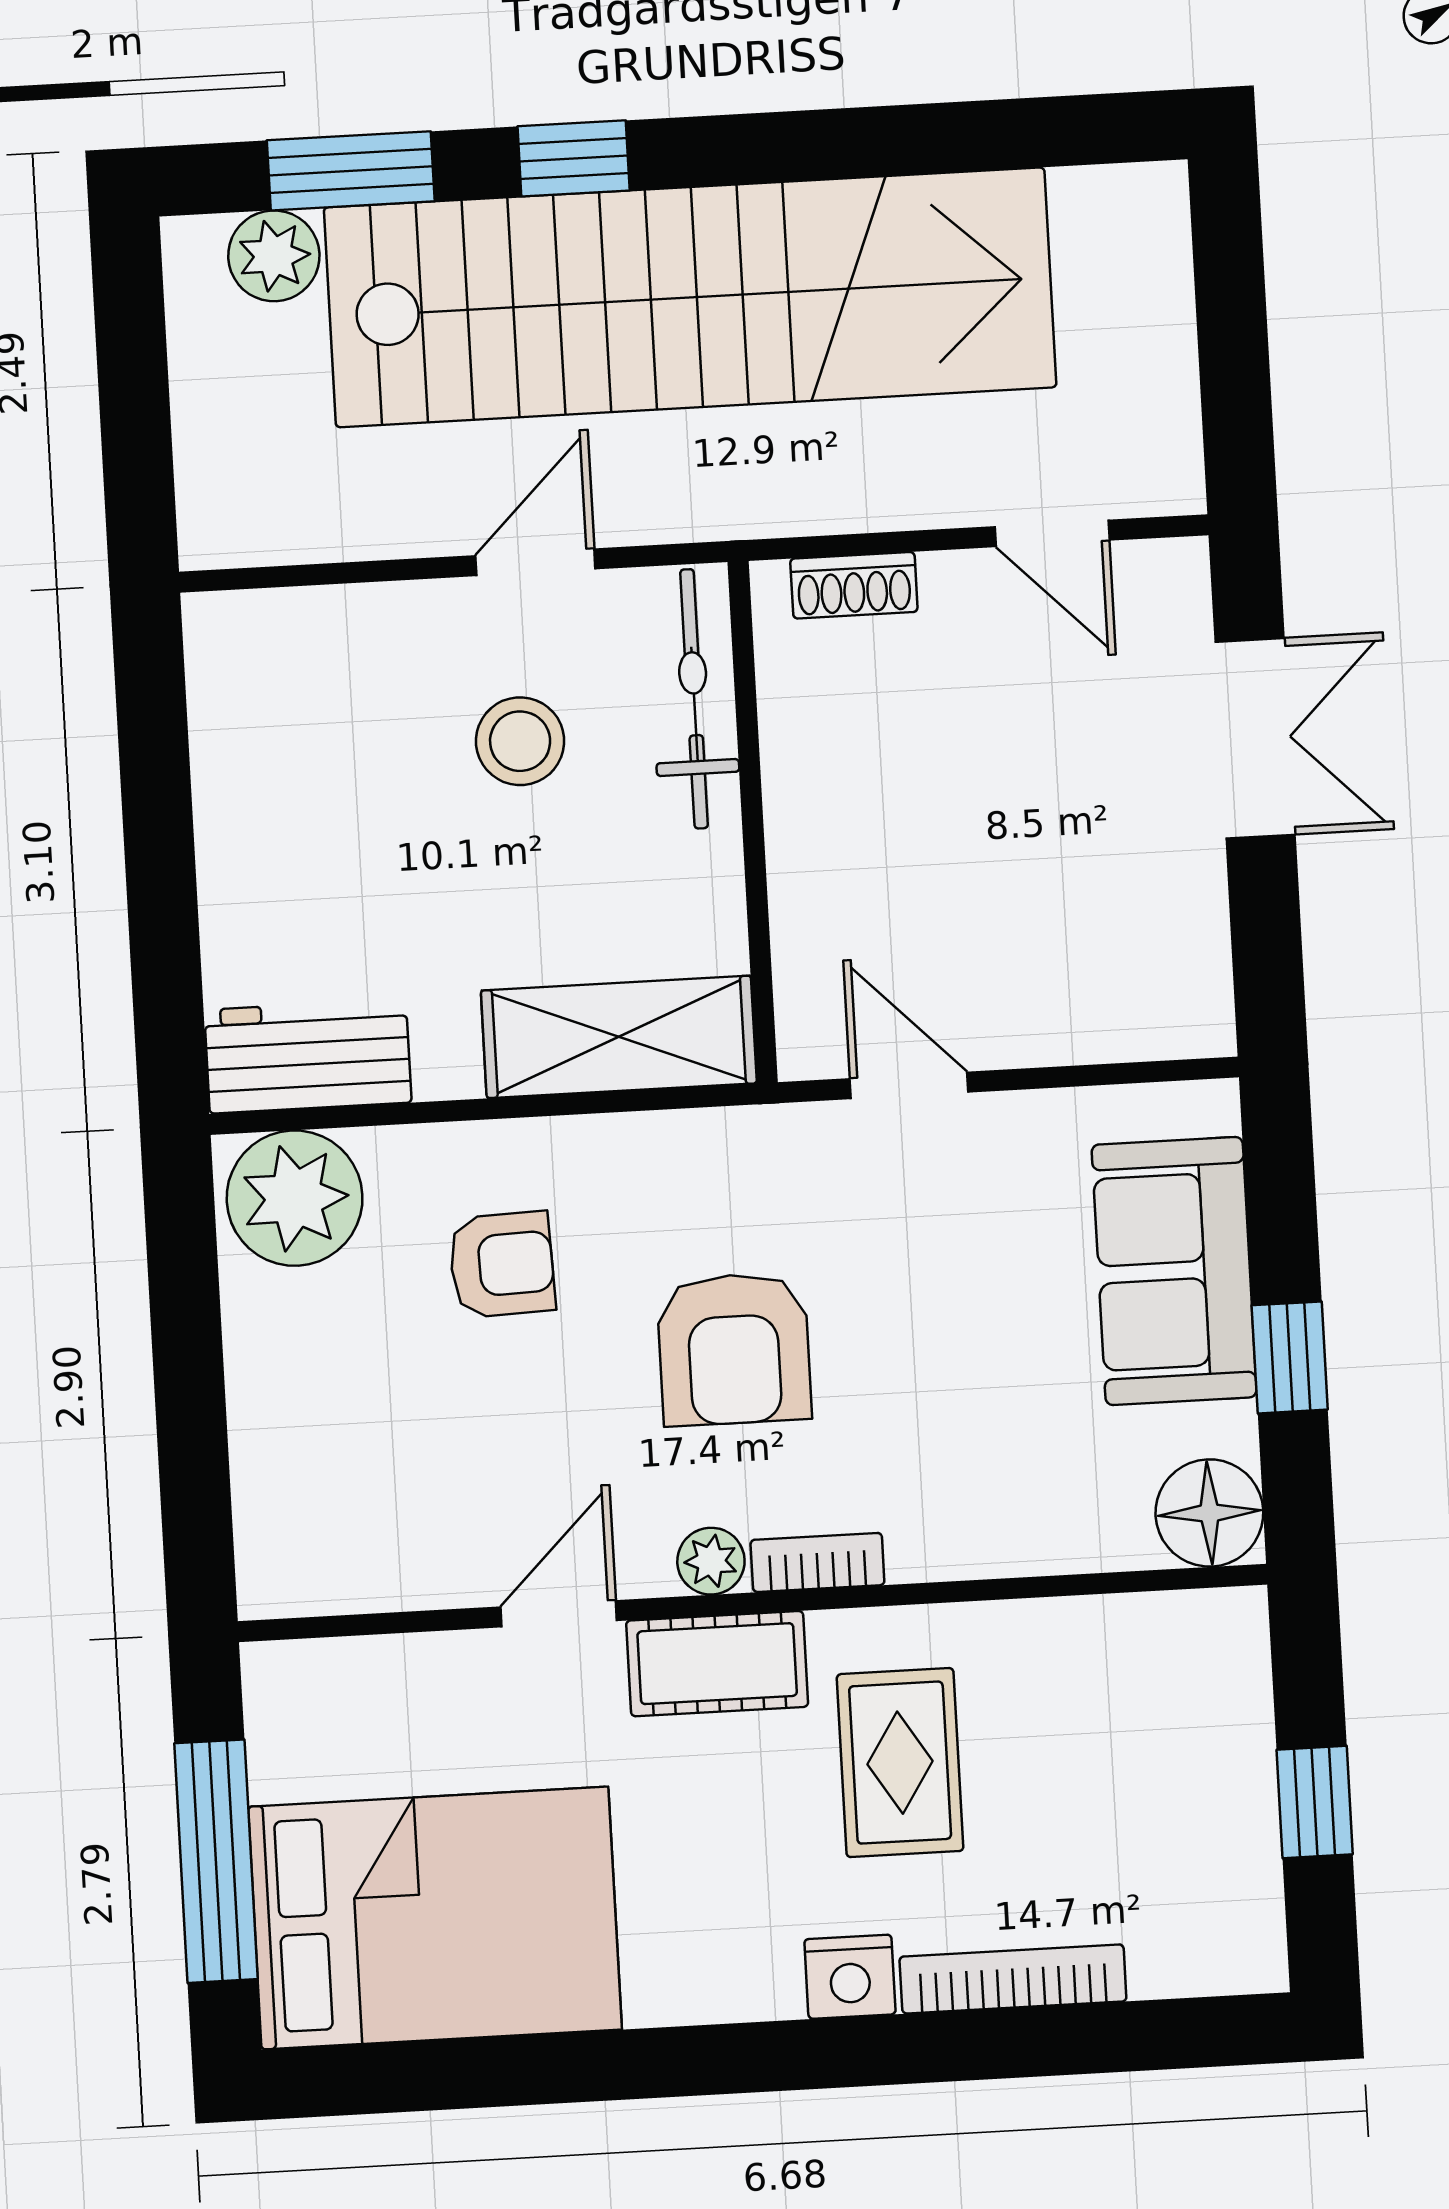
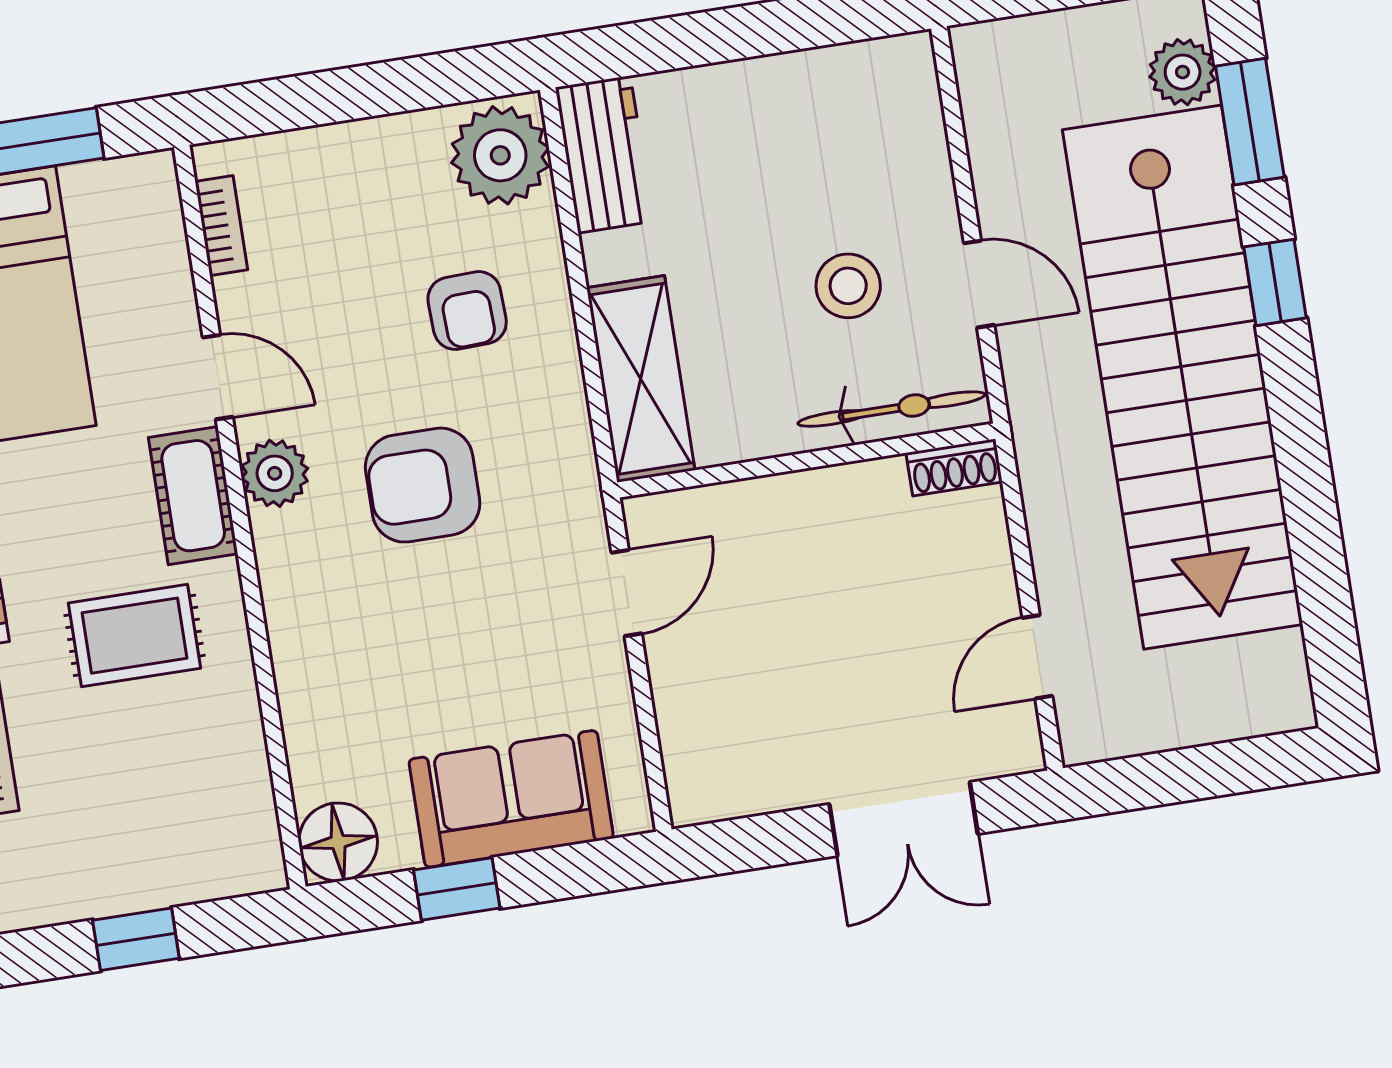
shoe rack: (854, 585) -> (954, 467), moved, turned -90
plant: (711, 1561) -> (275, 473), width x1.38, depth x1.38
bookcase: (817, 1562) -> (221, 226), moved

